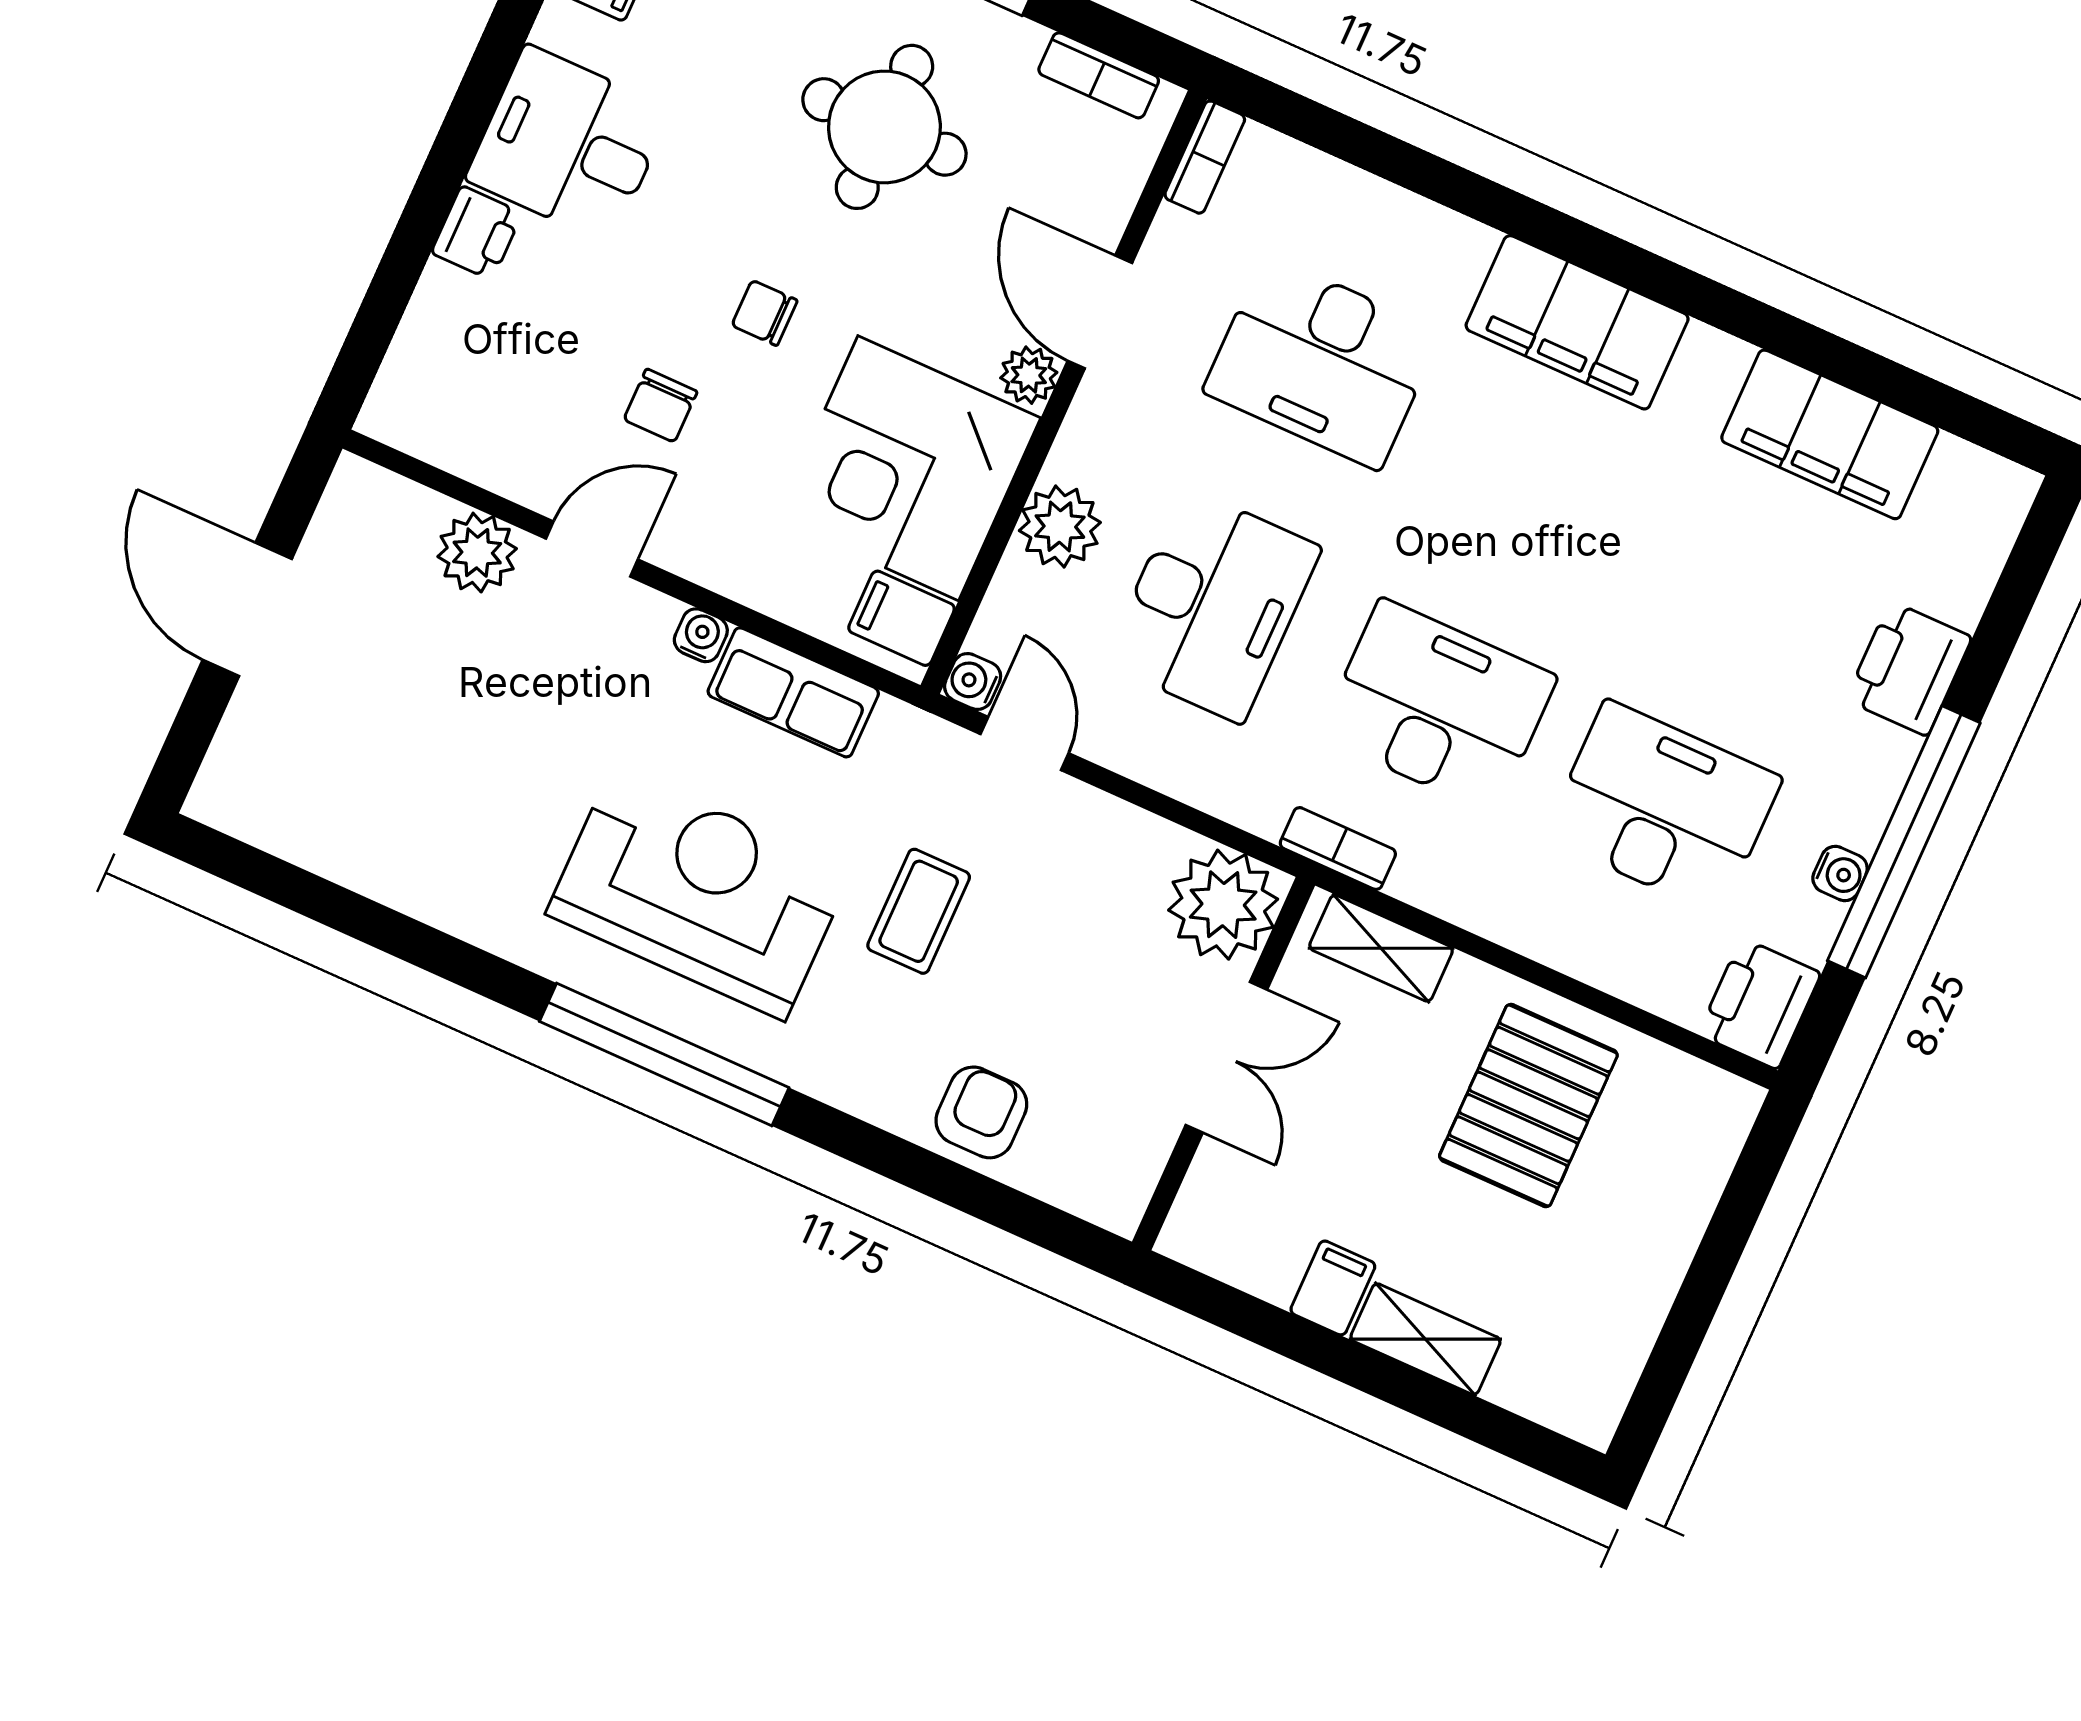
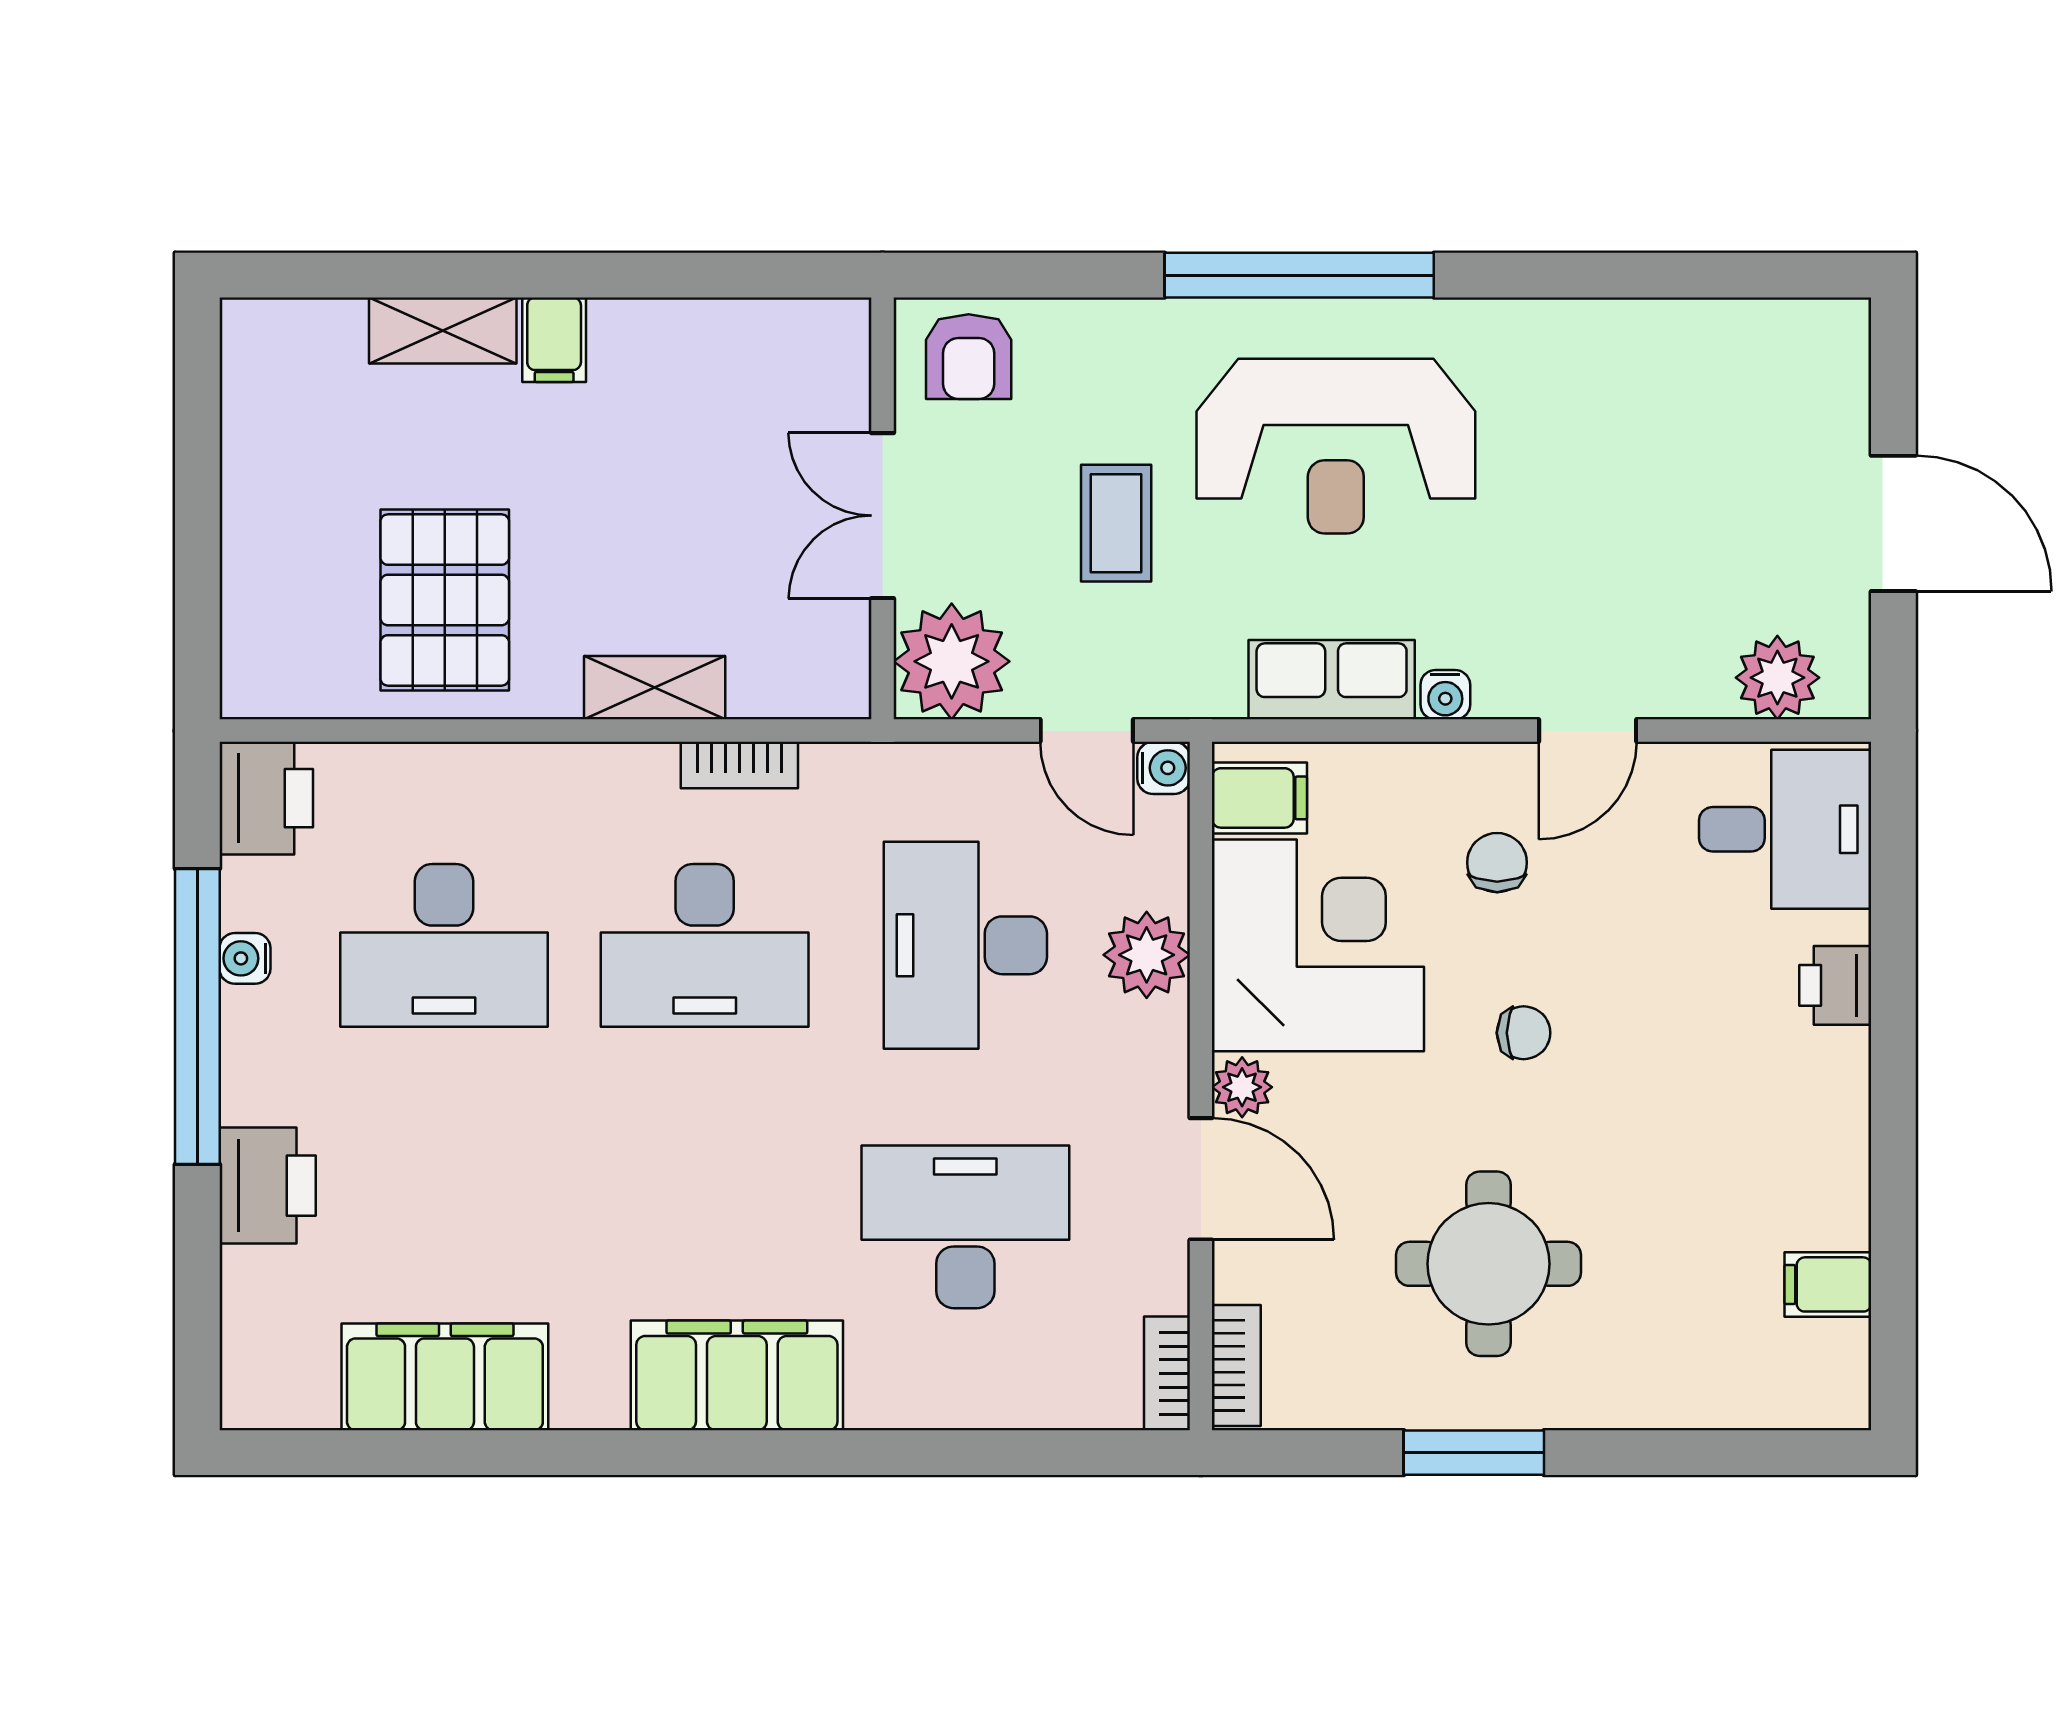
bookcase: (1099, 75) -> (1236, 1366), moved, turned 90
desk: (569, 144) -> (1785, 829), moved
chair: (660, 406) -> (1497, 863), moved
plant: (477, 553) -> (1777, 678), moved
plant: (1223, 905) -> (952, 661), moved
double door: (1226, 1057) -> (882, 516), moved
wall: (1223, 1064) -> (882, 508), moved

